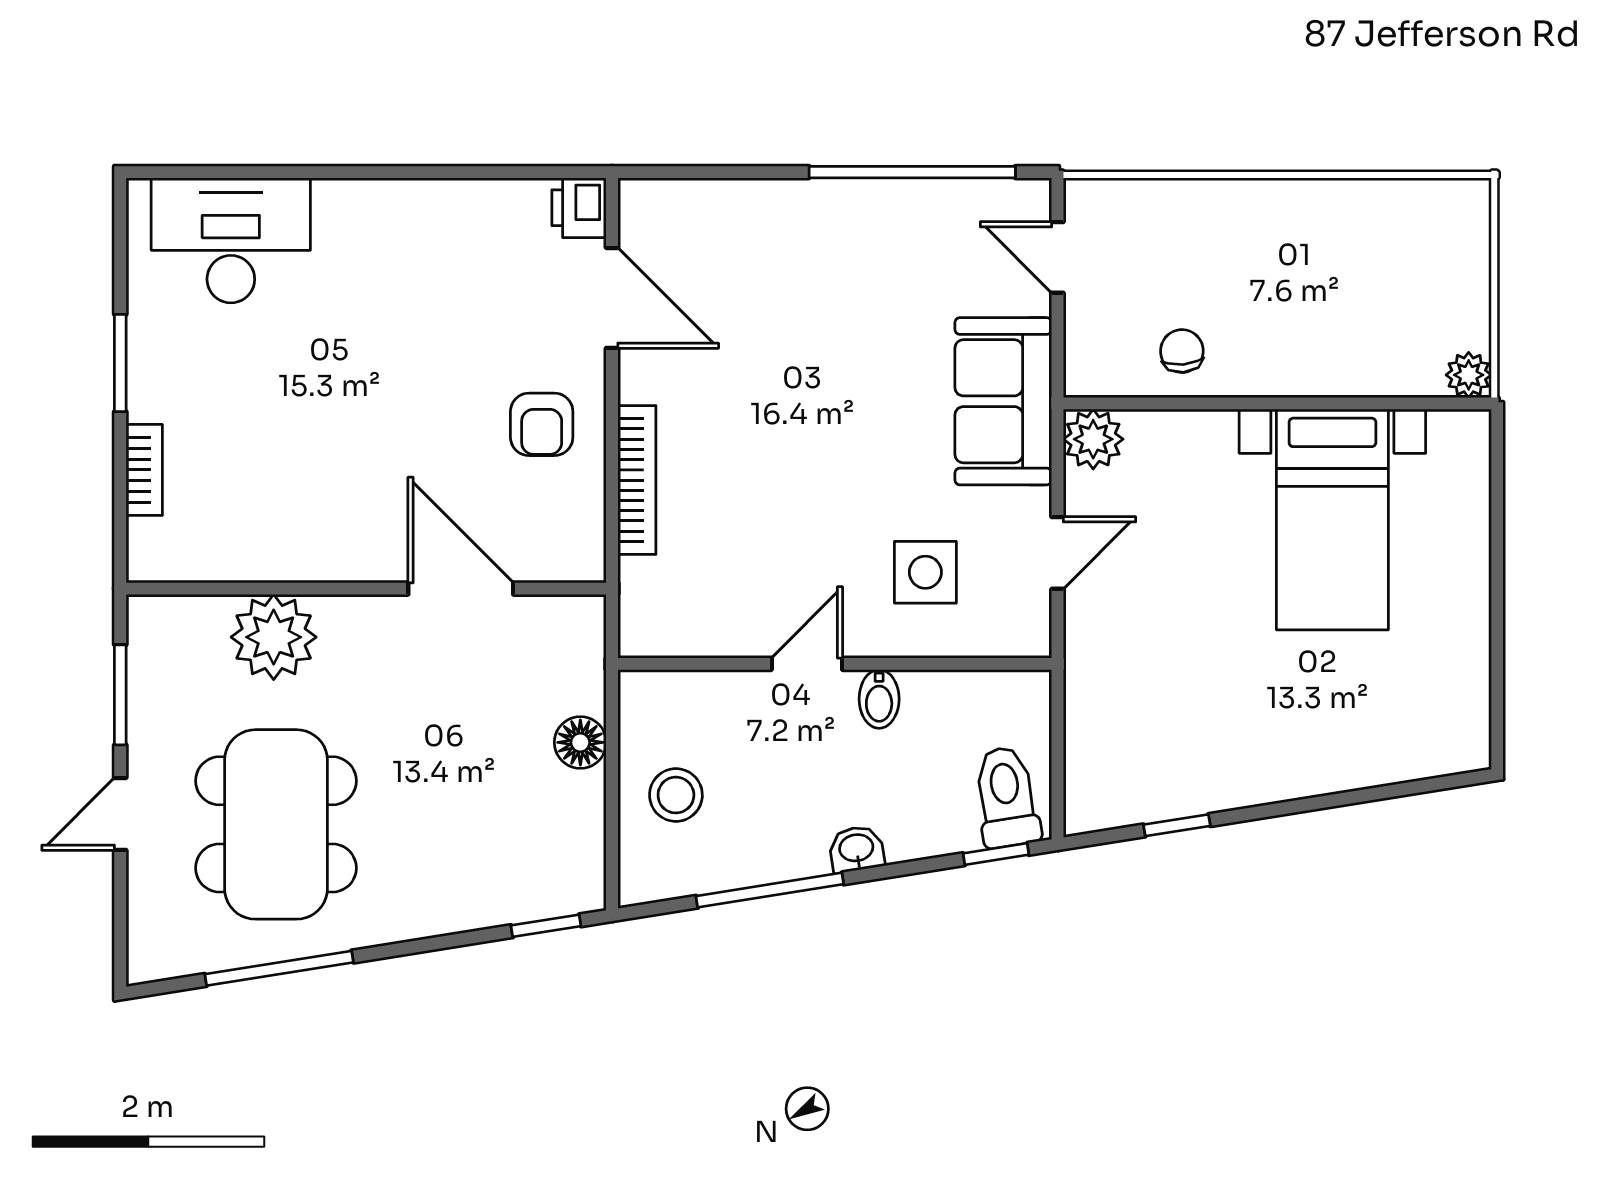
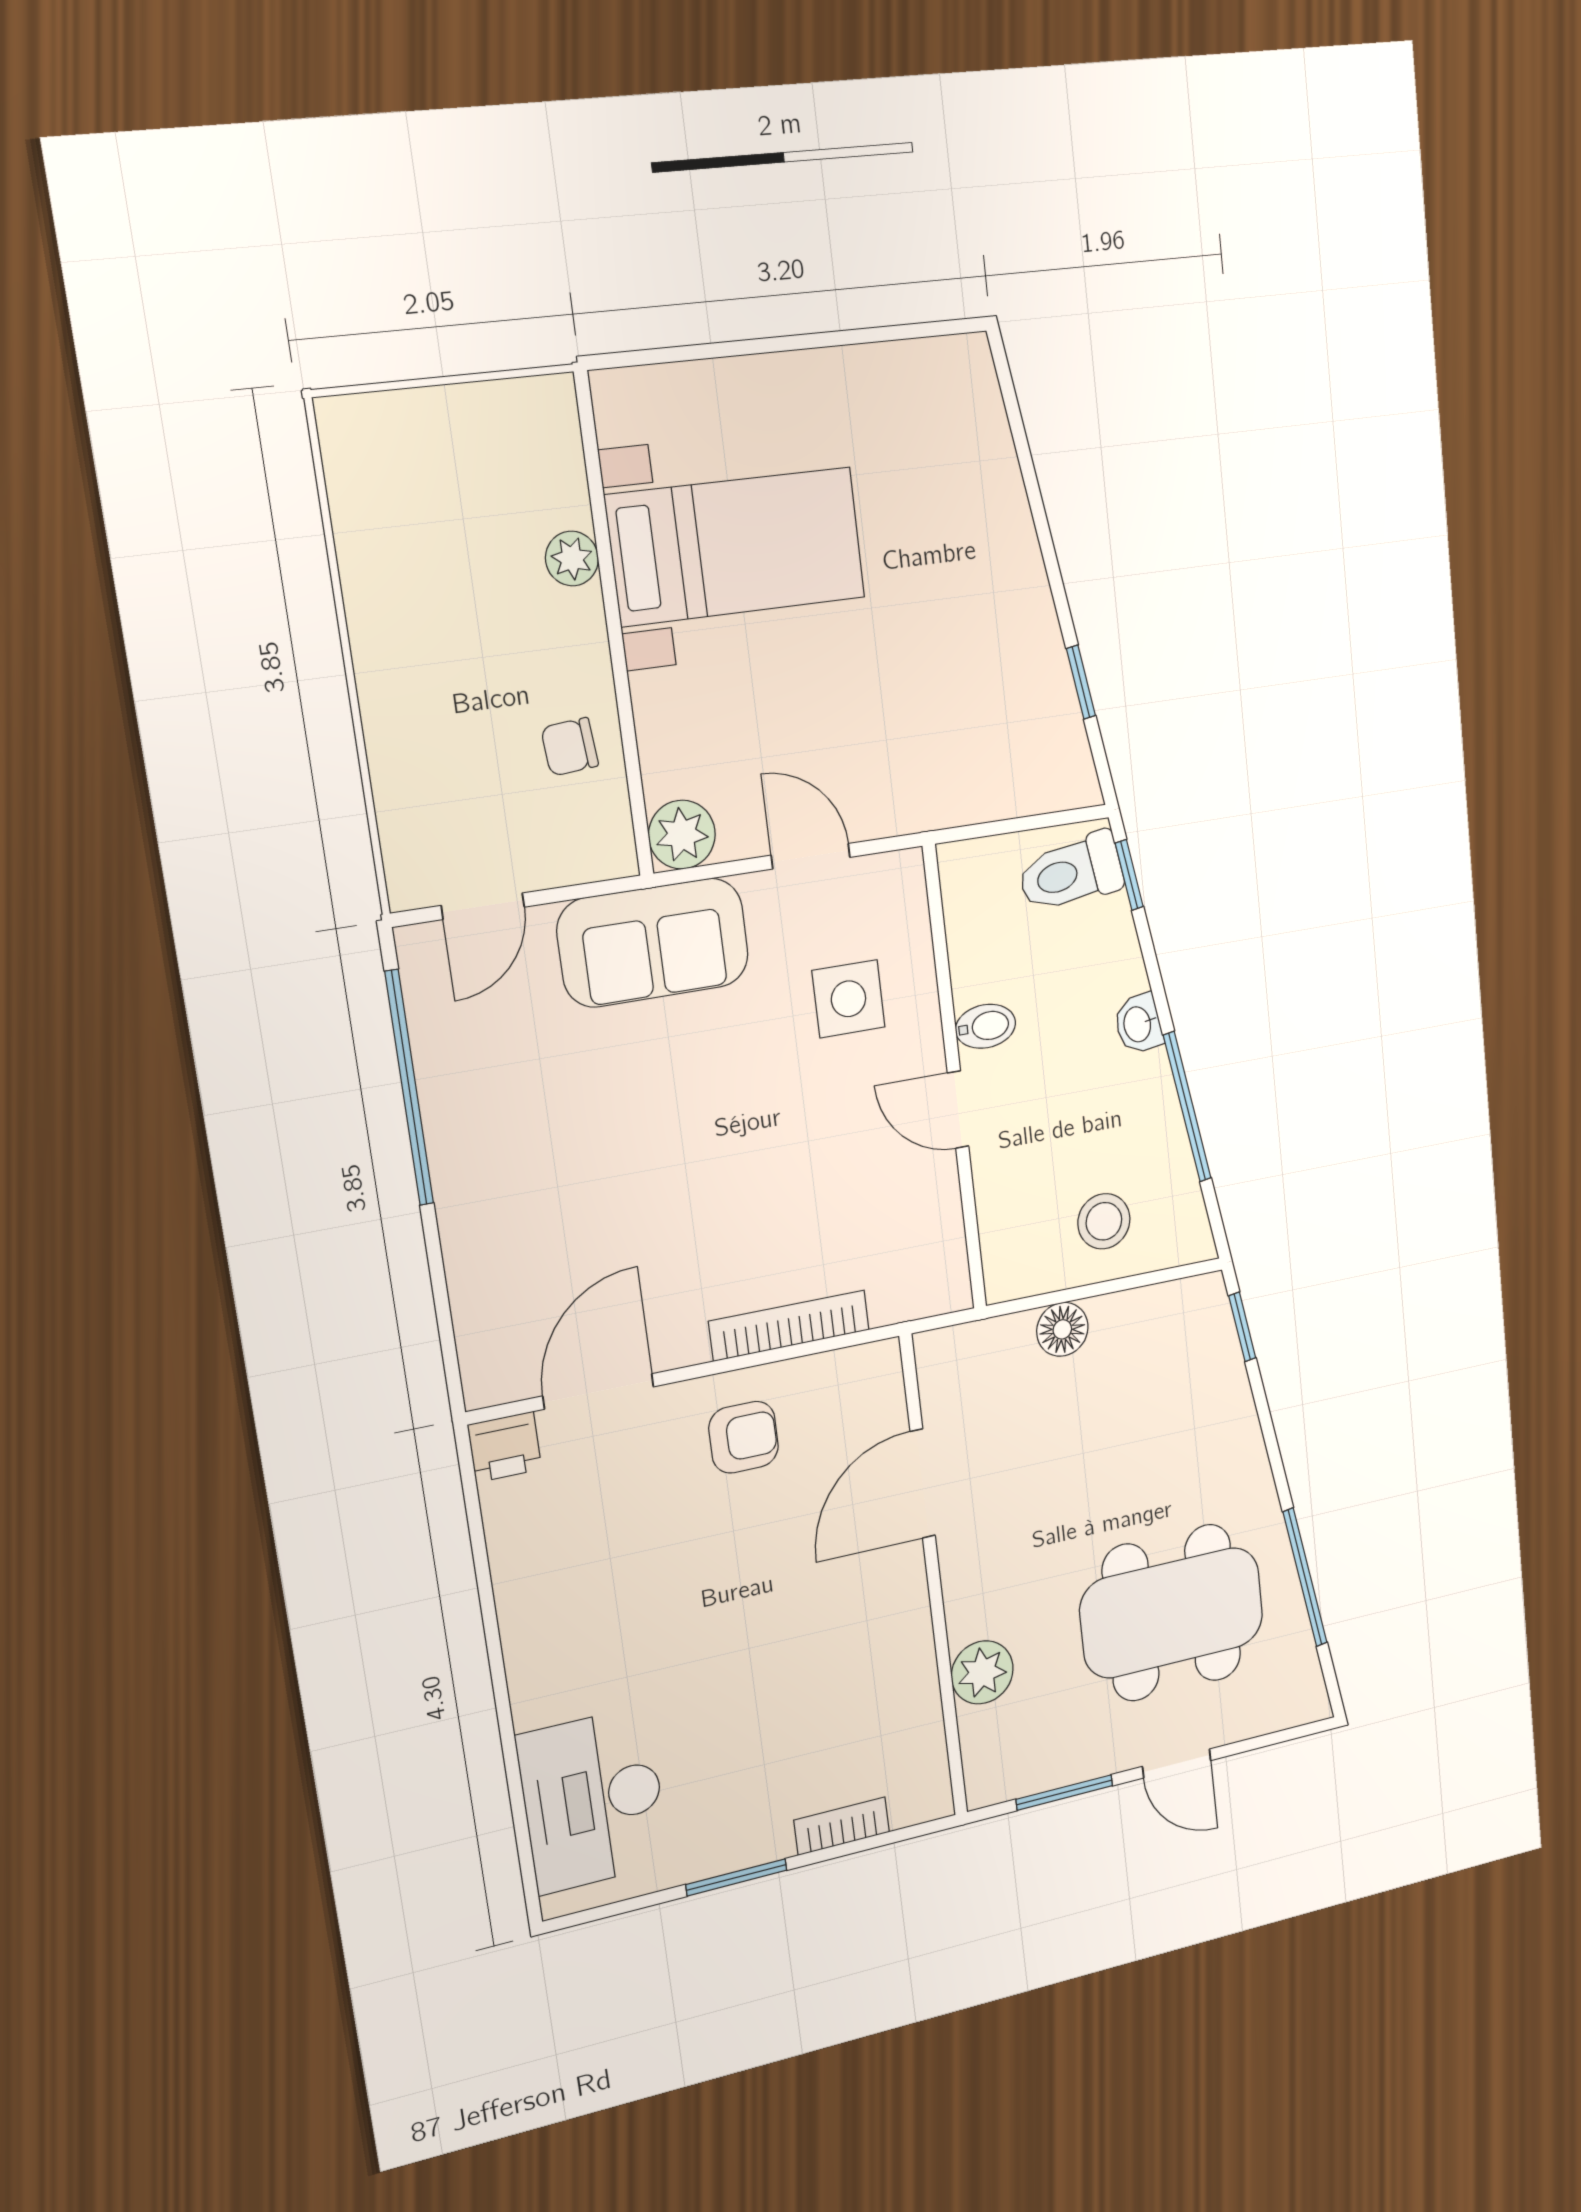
plant: (1469, 375) -> (572, 559), moved
plant: (274, 637) -> (982, 1672), width x0.73, depth x0.73

